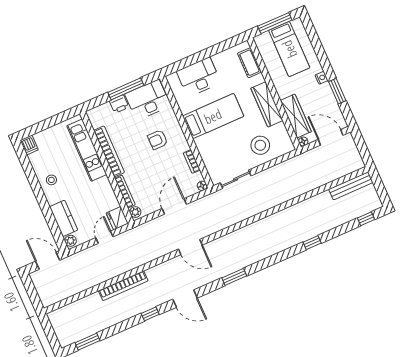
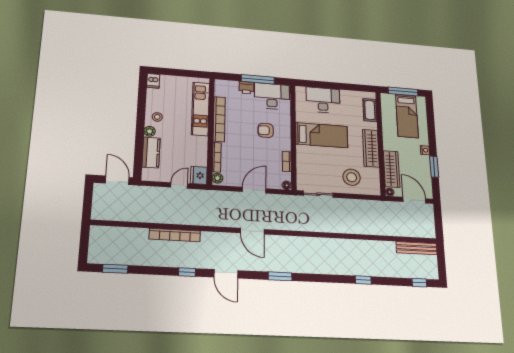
plant: (71, 241) -> (150, 131), moved

